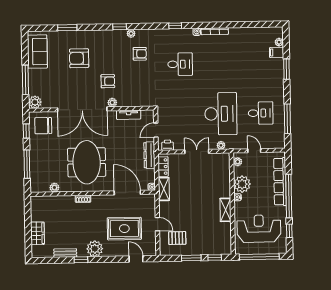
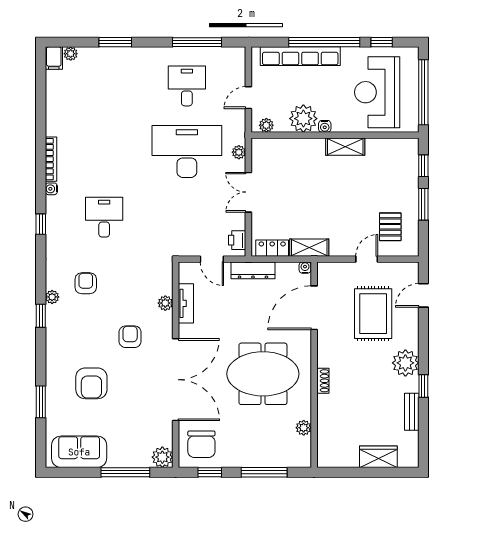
filing cabinet: (276, 52) -> (54, 58), moved
plant: (112, 103) -> (165, 303), moved

